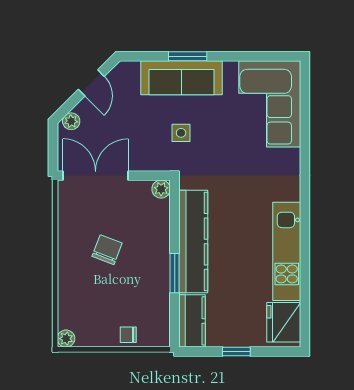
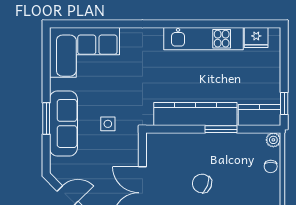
plant: (161, 189) -> (273, 140), moved
fridge: (284, 322) -> (256, 38), width x0.73, depth x0.75
window: (236, 352) -> (284, 104), moved

